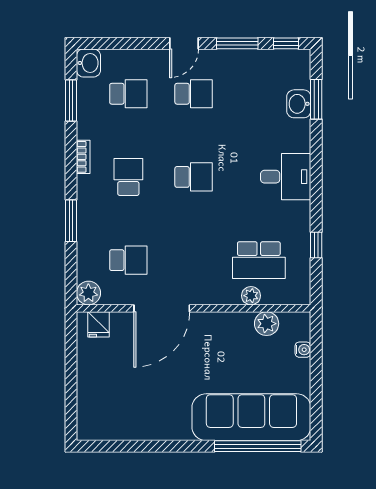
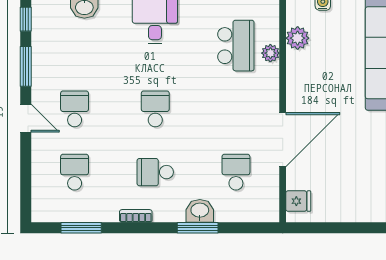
washbasin: (88, 63) -> (200, 211), moved
plant: (88, 293) -> (268, 211), removed
door: (162, 308) -> (283, 140), hinge flipped

